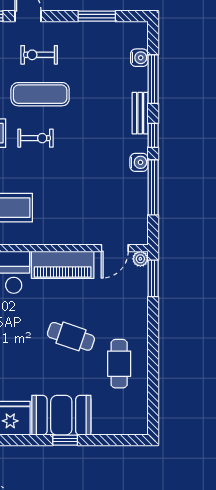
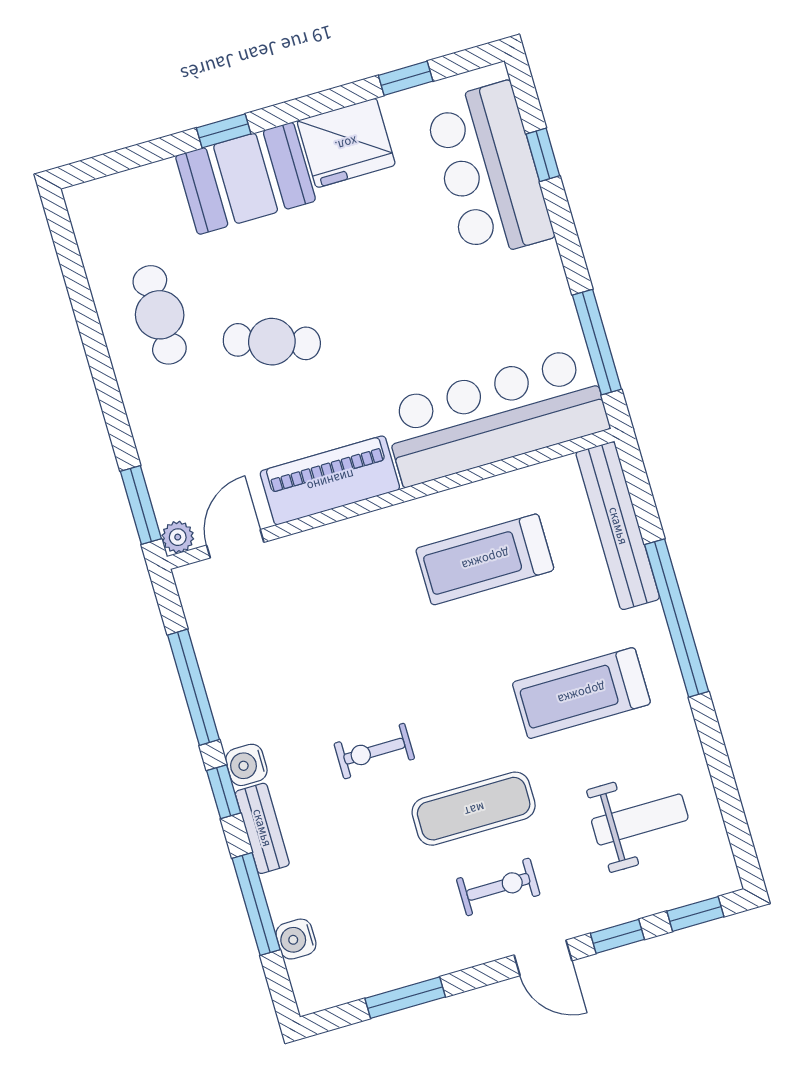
exercise bike: (35, 138) -> (374, 751), moved
water cooler: (139, 162) -> (246, 765), moved

